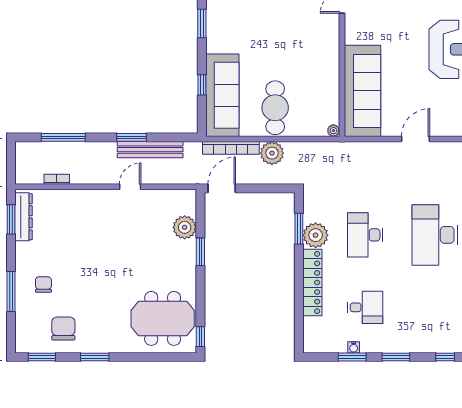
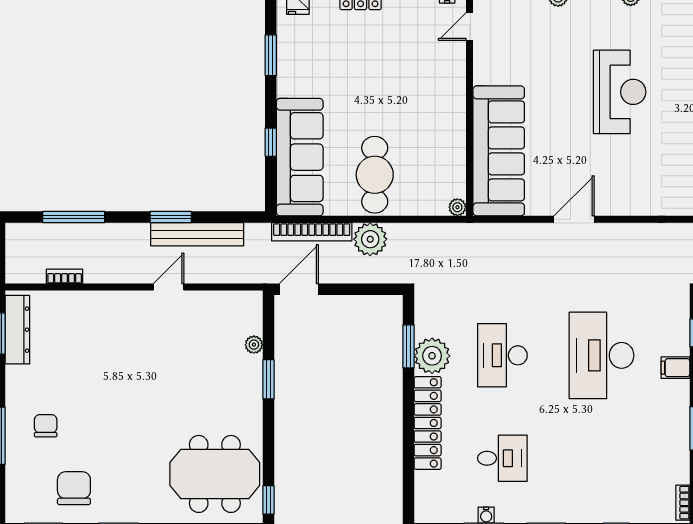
plant: (185, 227) -> (254, 345), width x0.53, depth x0.53

